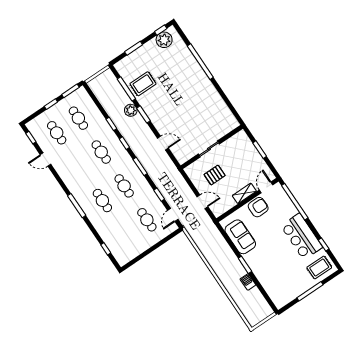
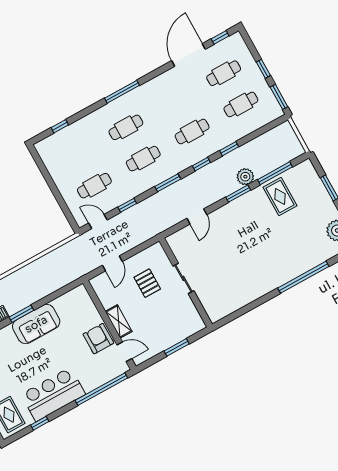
door: (46, 160) -> (188, 55), width x1.88
armchair: (258, 207) -> (98, 339), turned 180
sofa: (240, 237) -> (36, 324), moved

